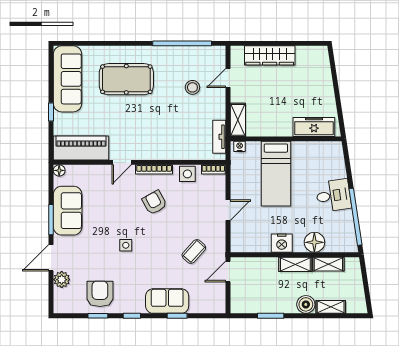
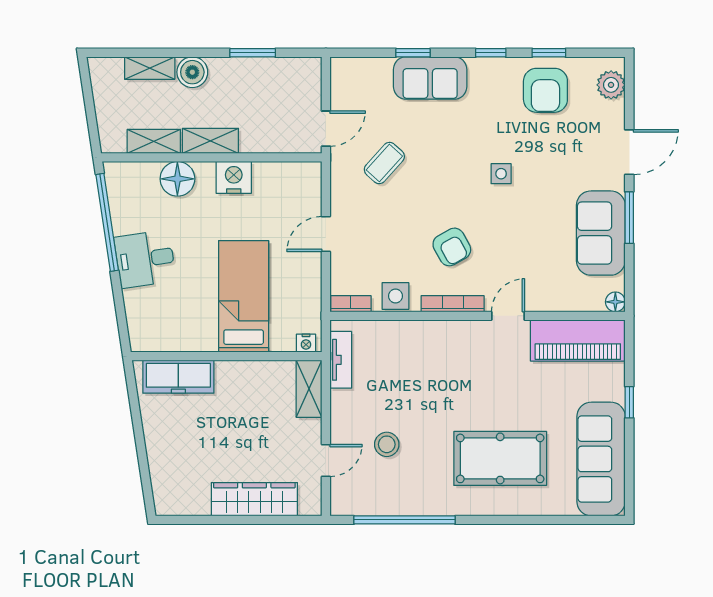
plant: (62, 280) -> (611, 85), moved

